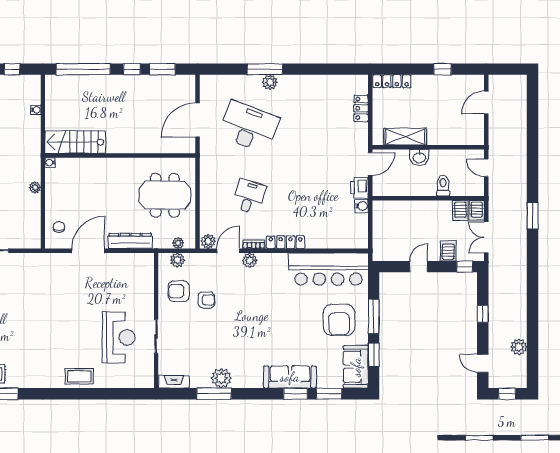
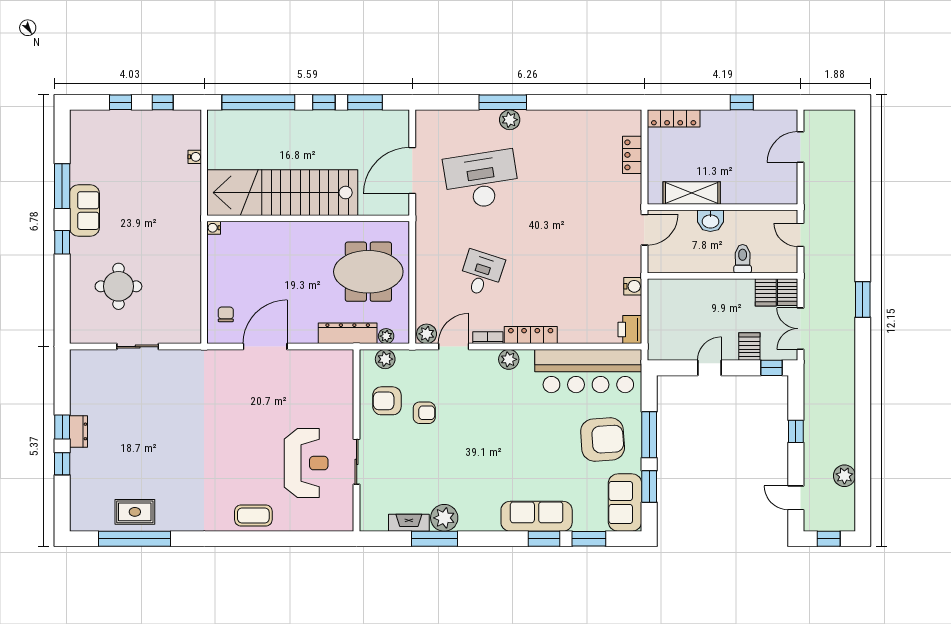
desk: (249, 127) -> (481, 180), turned -30
stairs: (75, 142) -> (282, 193), width x1.86, depth x1.51
plant: (35, 187) -> (194, 261), removed
printer: (359, 188) -> (630, 330), moved
dresser: (130, 241) -> (348, 333), moved
plant: (250, 260) -> (509, 359), moved
armchair: (339, 320) -> (603, 439), turned -94
fireplace: (174, 382) -> (409, 523), moved

